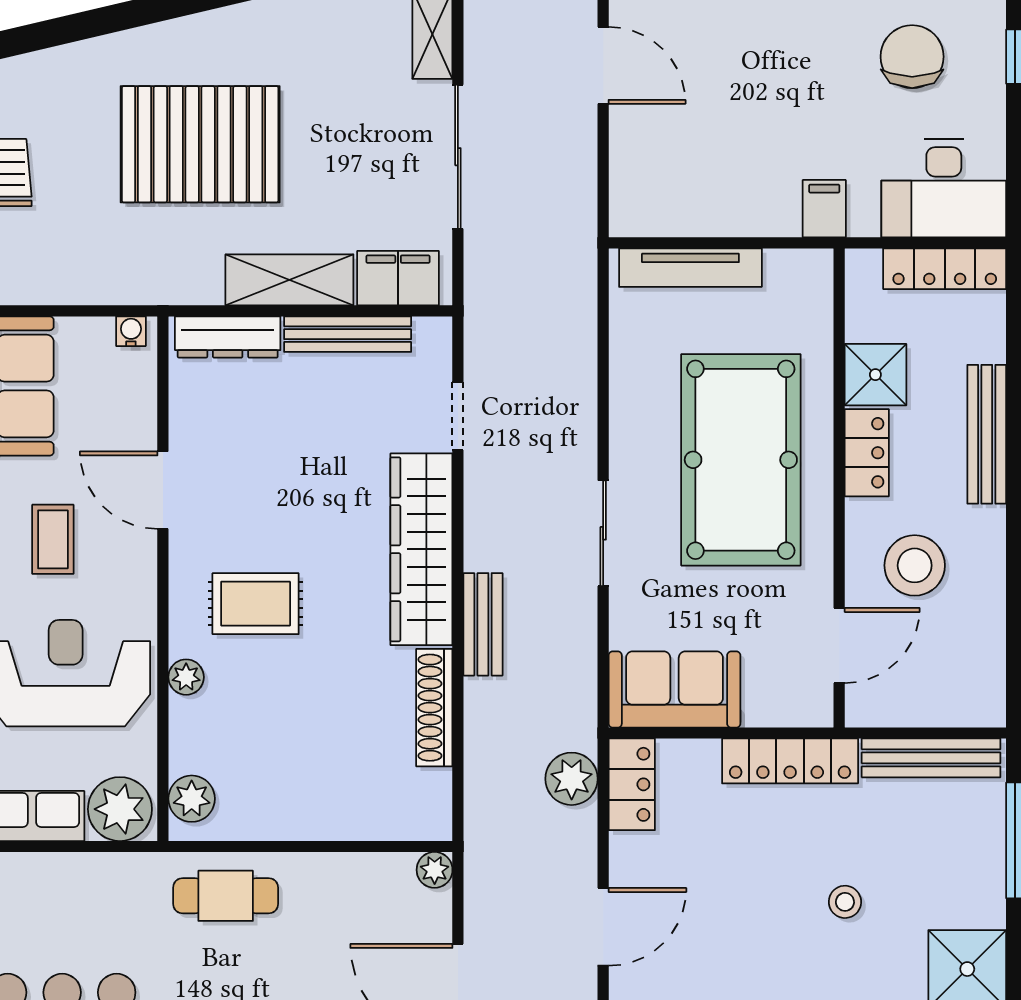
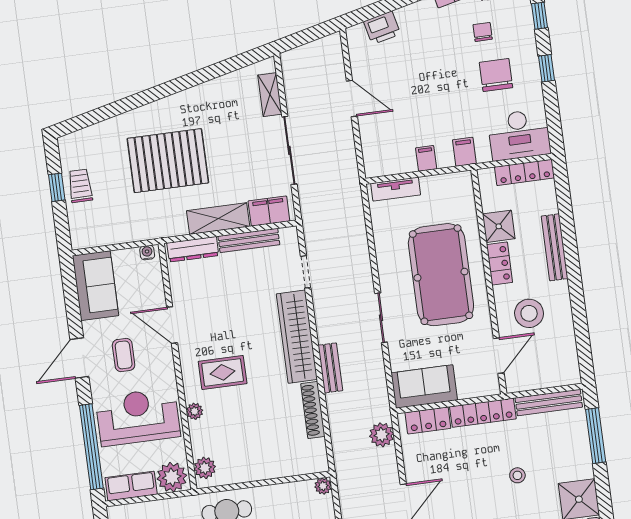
filing cabinet: (742, 212) -> (426, 158), added
tv unit: (690, 268) -> (396, 189), width x0.71
locker: (632, 784) -> (428, 420), moved, turned 90

